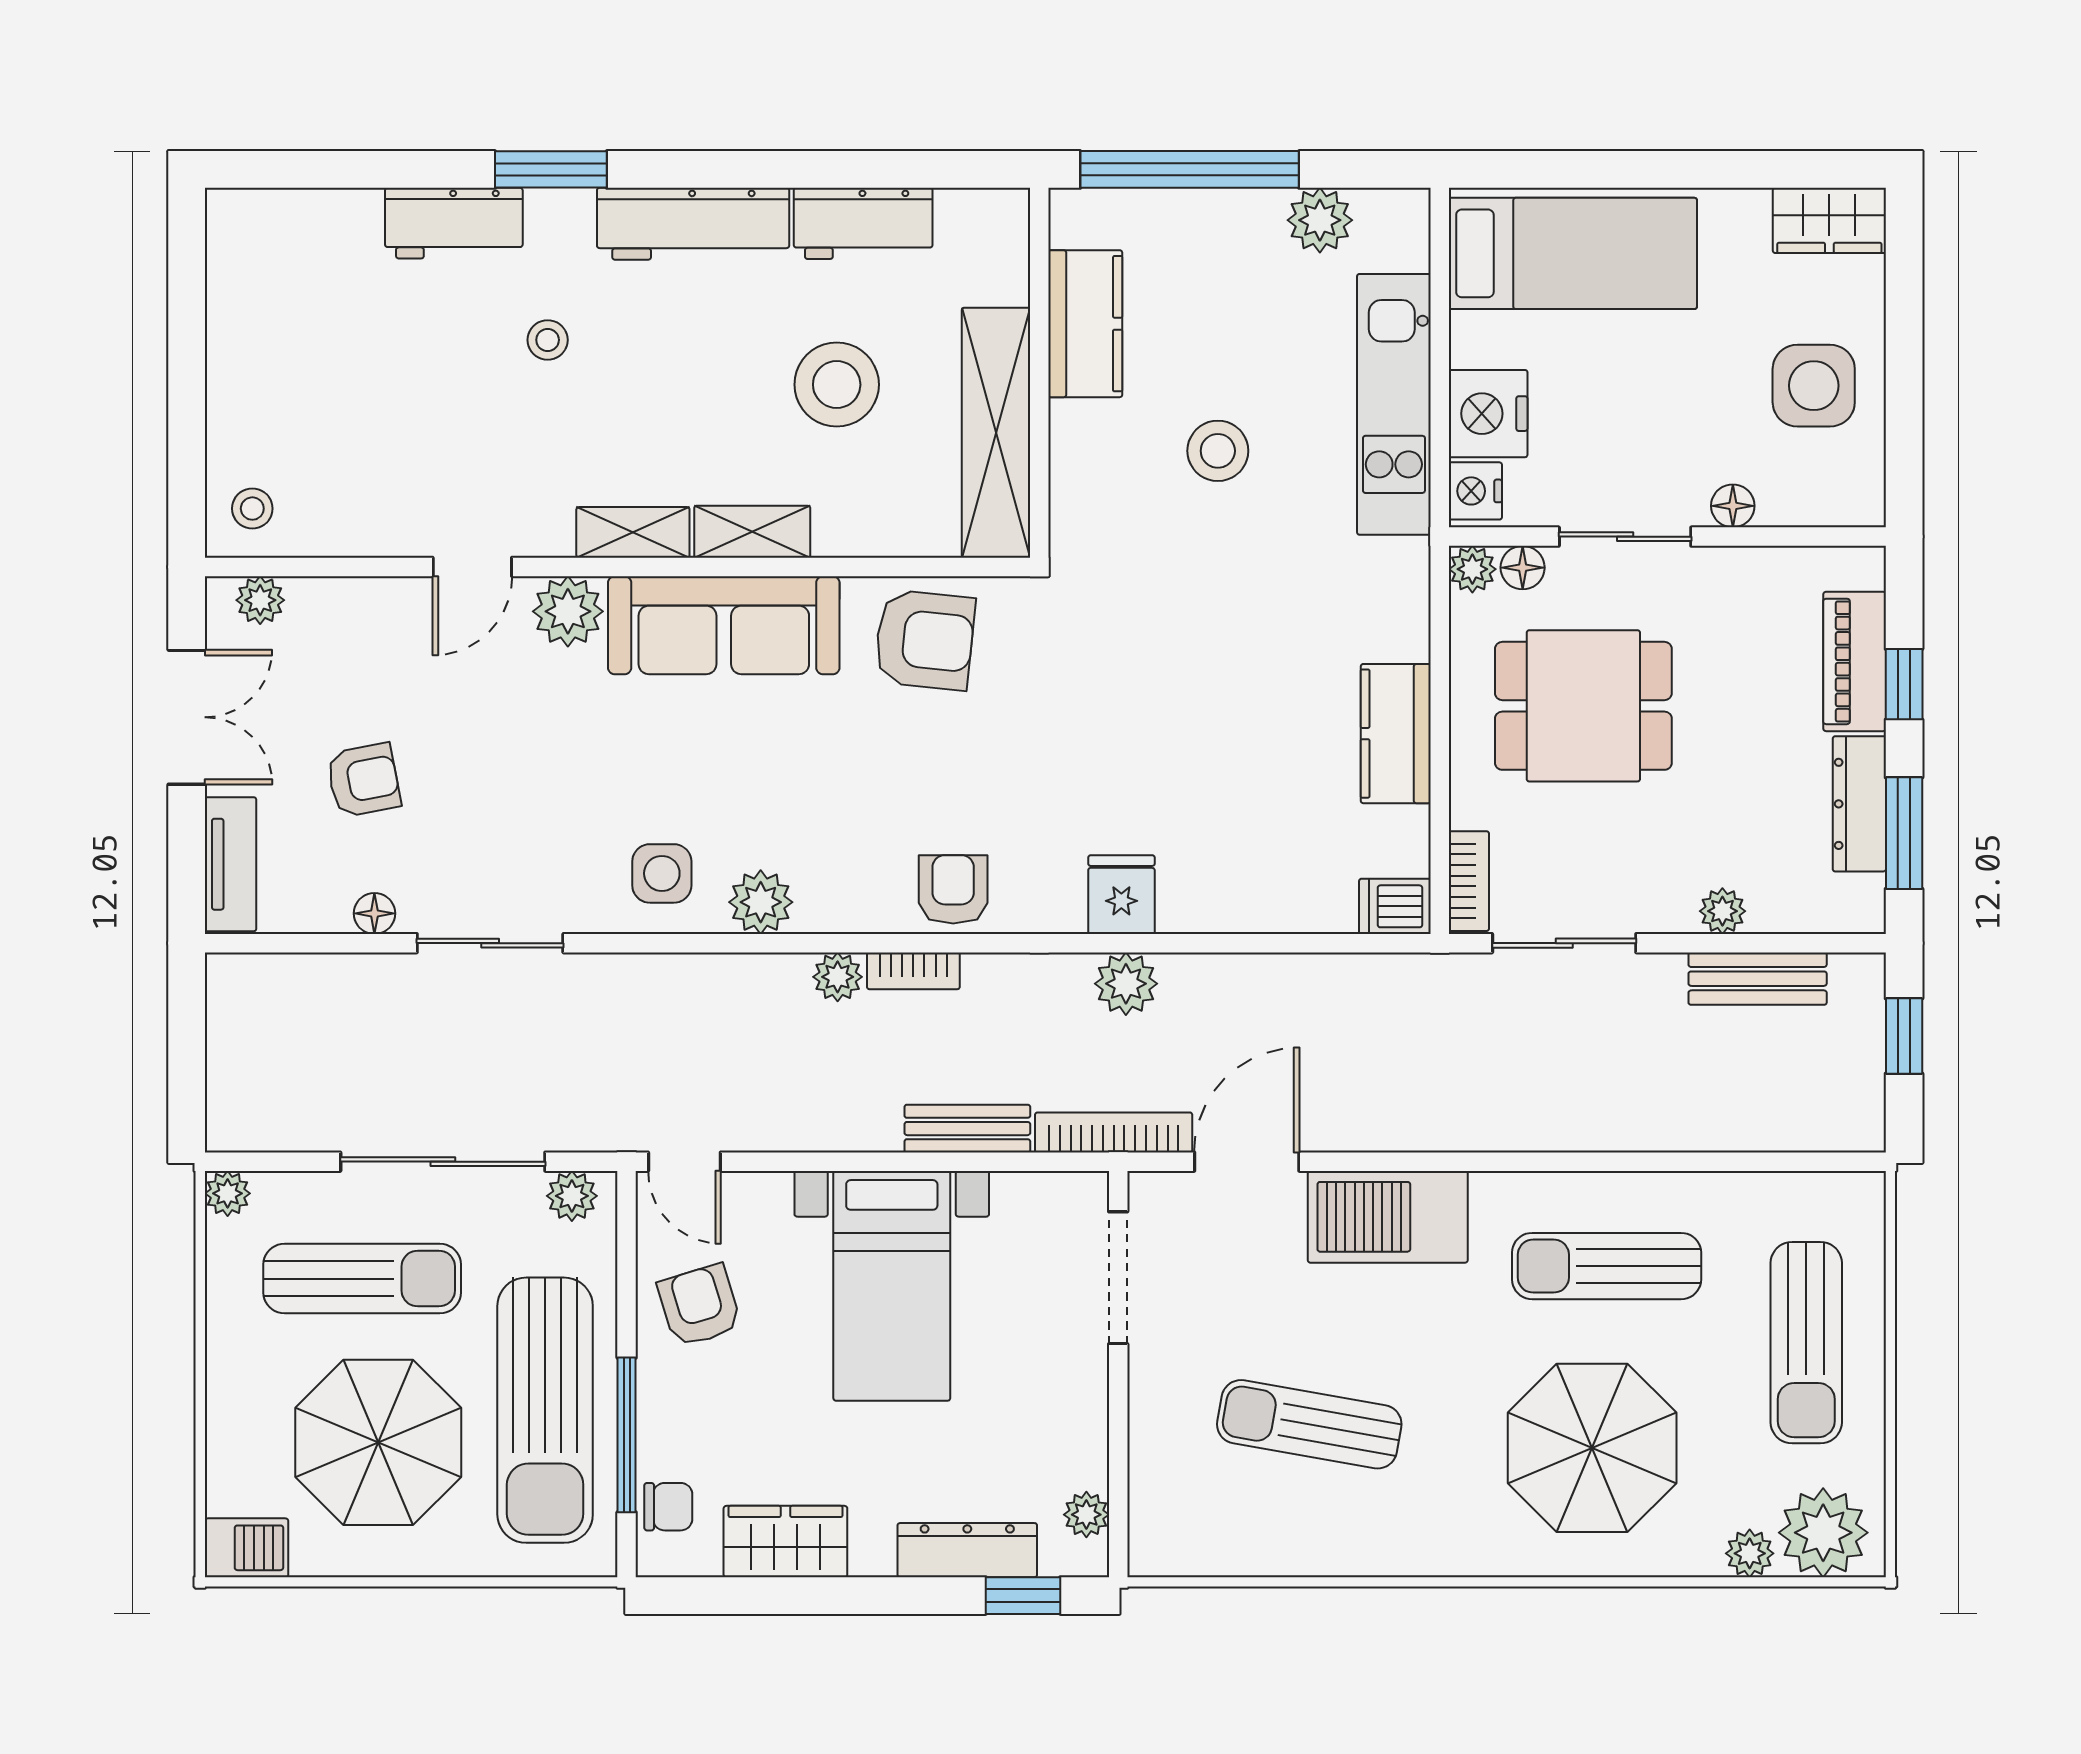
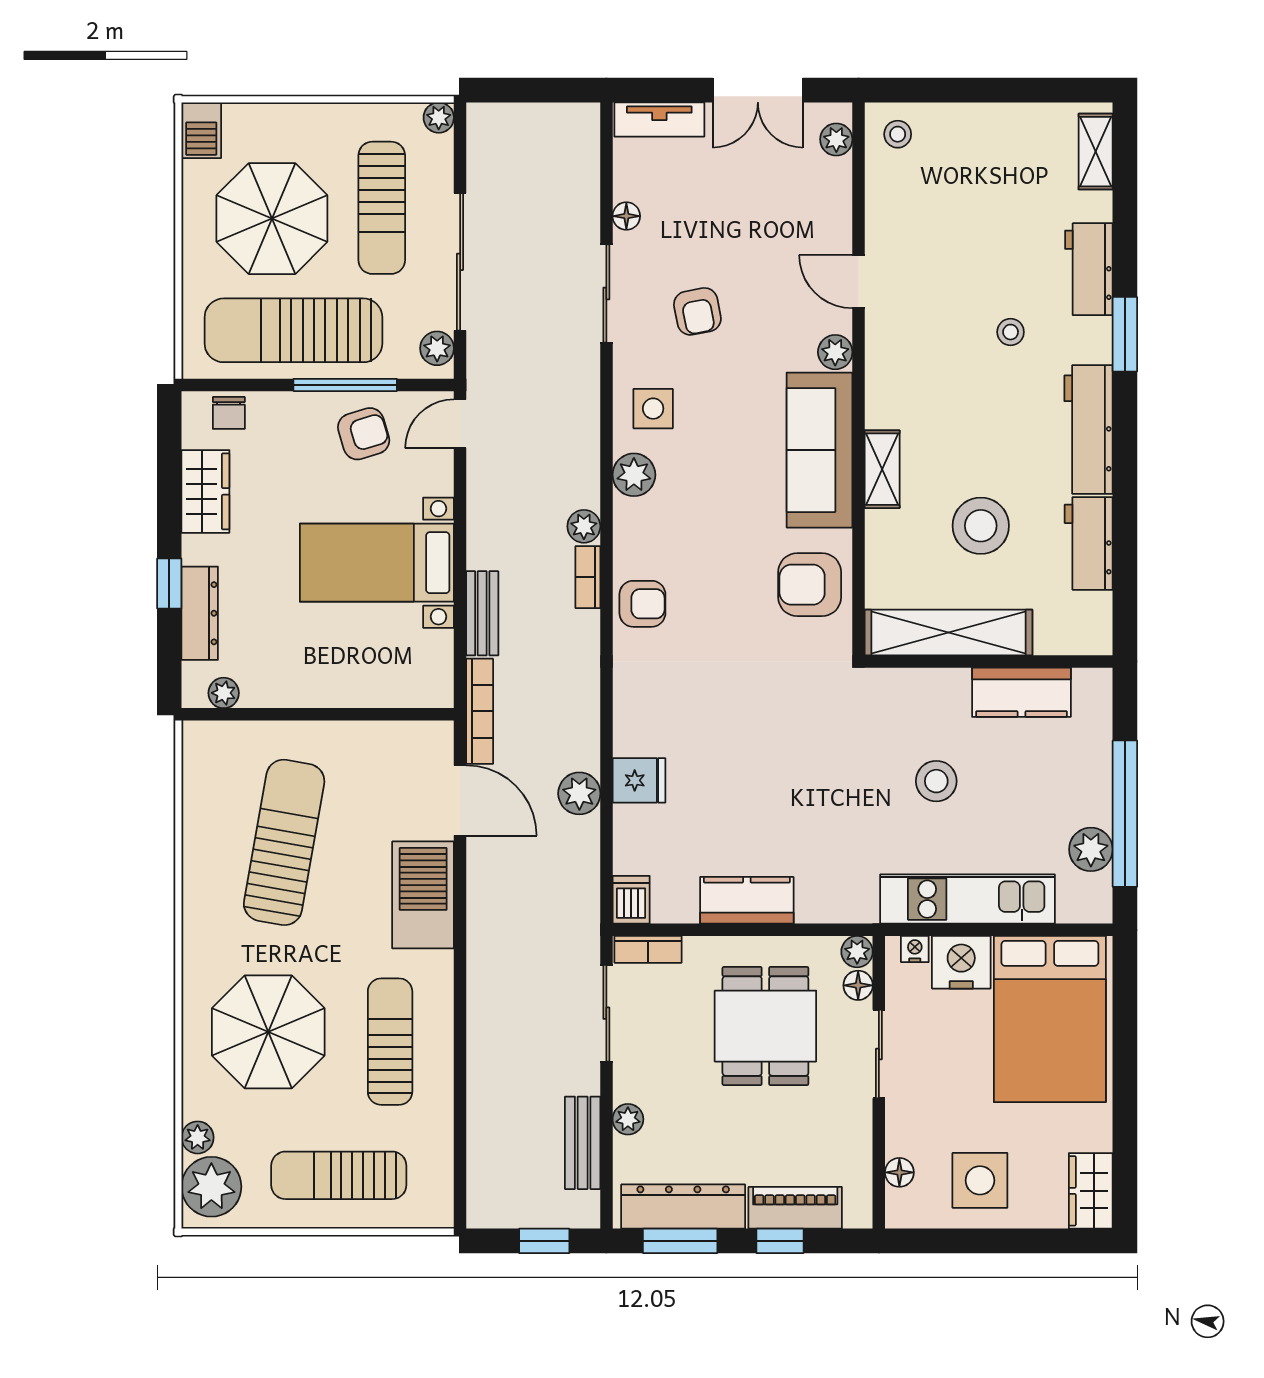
window: (1190, 169) -> (1125, 814), moved
bed: (1573, 253) -> (1050, 1019), width x1.50
nightstand: (1475, 491) -> (915, 949), width x0.72, depth x0.74
floor lamp: (1733, 506) -> (899, 1172), moved
shelving: (633, 532) -> (1096, 152), moved
plant: (568, 611) -> (835, 352), width x0.73, depth x0.73
armchair: (925, 640) -> (810, 585), turned 84
armchair: (364, 780) -> (697, 311), moved
dresser: (1859, 804) -> (683, 1207), width x1.37, depth x1.24
fridge: (1121, 895) -> (639, 780), moved
plant: (1126, 984) -> (579, 793), moved
doorway: (1118, 1278) -> (382, 714), removed
sun lounger: (1309, 1424) -> (284, 842), width x1.36, depth x1.34
window: (627, 1435) -> (345, 385), moved
window: (1023, 1596) -> (169, 583), moved

